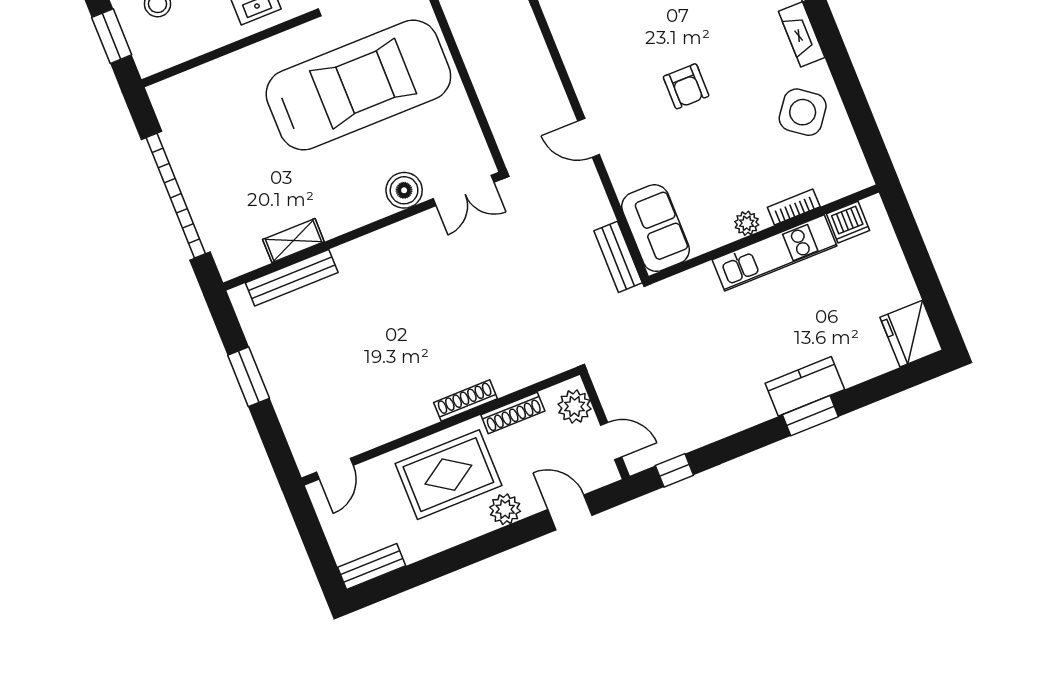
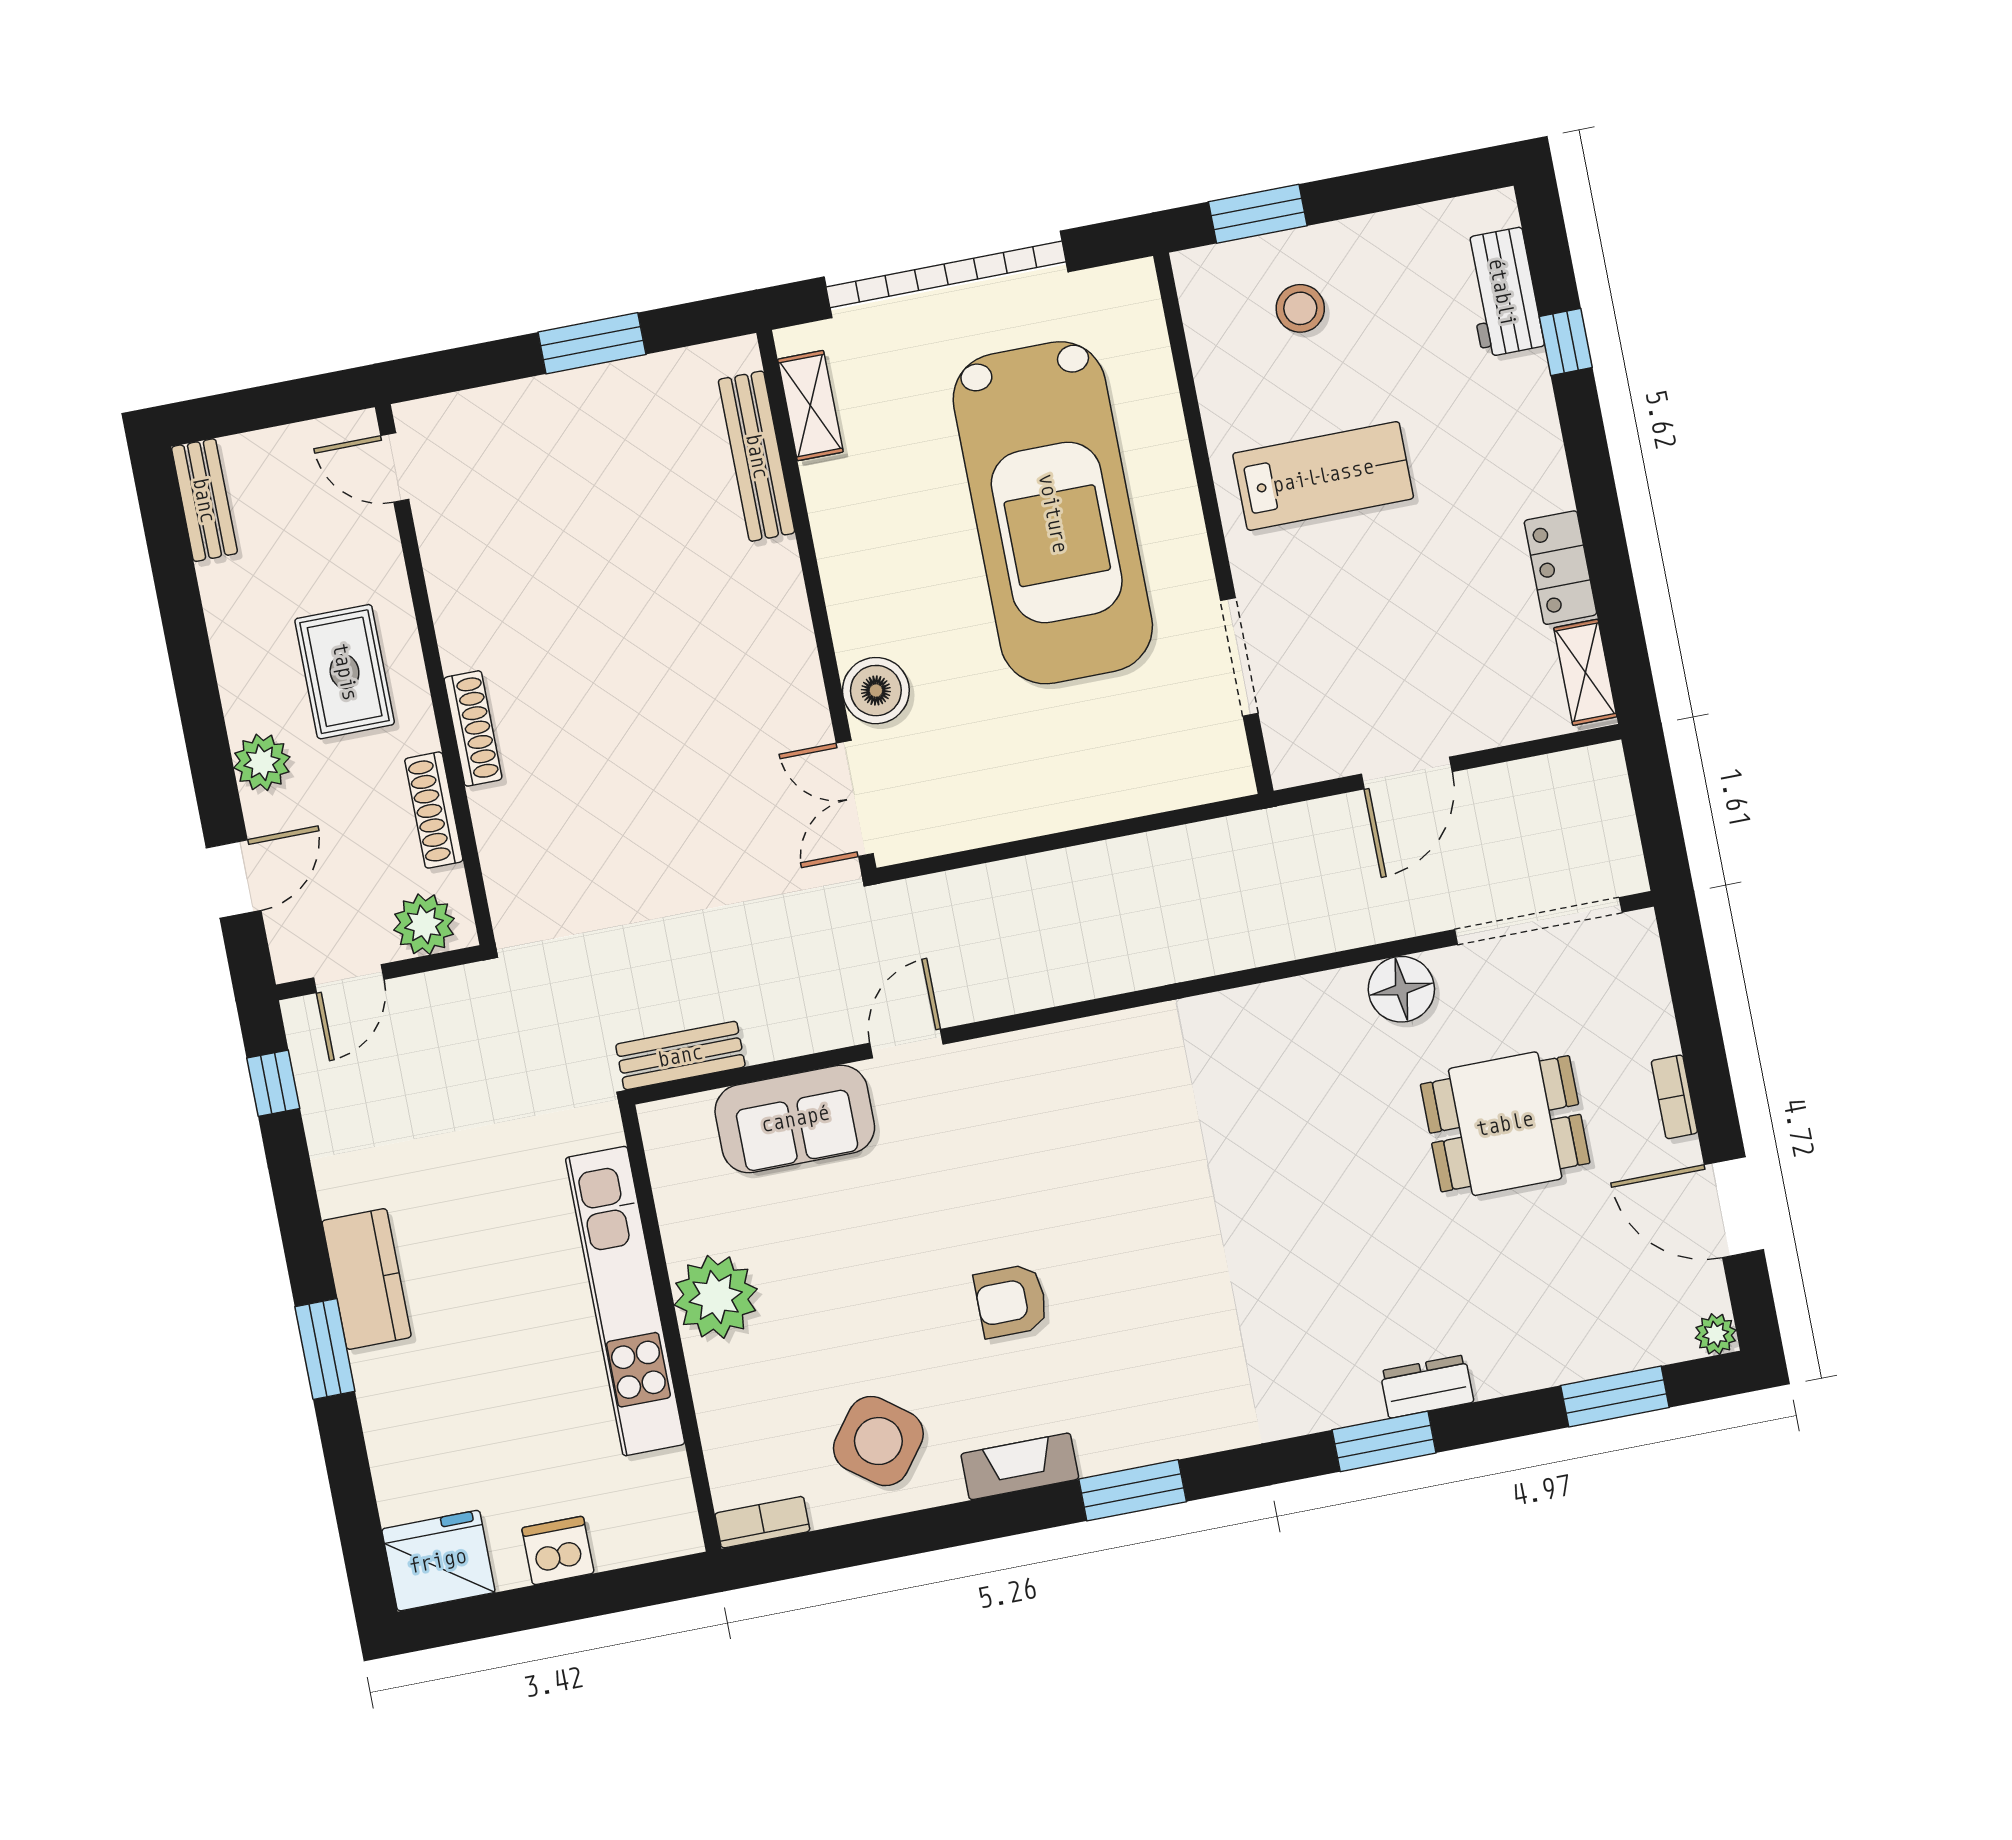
car: (358, 85) -> (1053, 513), moved
armchair: (686, 86) -> (1011, 1301), moved
bookcase: (794, 207) -> (762, 1522), moved, turned -90
dishwasher: (848, 222) -> (558, 1551), moved, turned 90
plant: (747, 223) -> (716, 1297), width x1.87, depth x1.87
sofa: (656, 228) -> (795, 1119), moved
shelving: (293, 241) -> (810, 406), moved
kitchen unit: (775, 253) -> (625, 1301), width x1.36
kitchen counter: (805, 386) -> (367, 1279), moved
rug: (448, 475) -> (345, 672), width x0.73, depth x0.70

